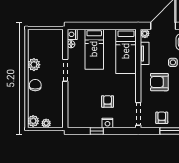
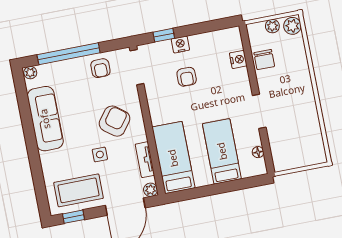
nightstand: (72, 34) -> (238, 59), moved
plant: (34, 65) -> (308, 111), removed
armchair: (159, 82) -> (115, 121), turned -53
chair: (35, 85) -> (264, 60), moved
window: (97, 131) -> (164, 35), moved

